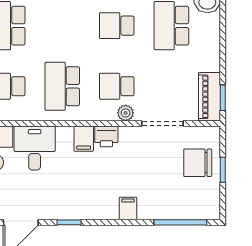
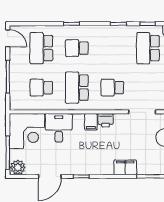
school desk: (117, 26) -> (77, 48), moved
plant: (126, 113) -> (118, 105), removed
filing cabinet: (128, 209) -> (125, 167), width x2.00

